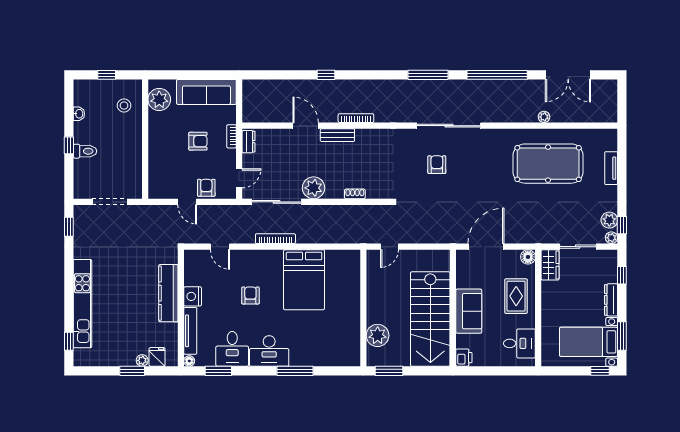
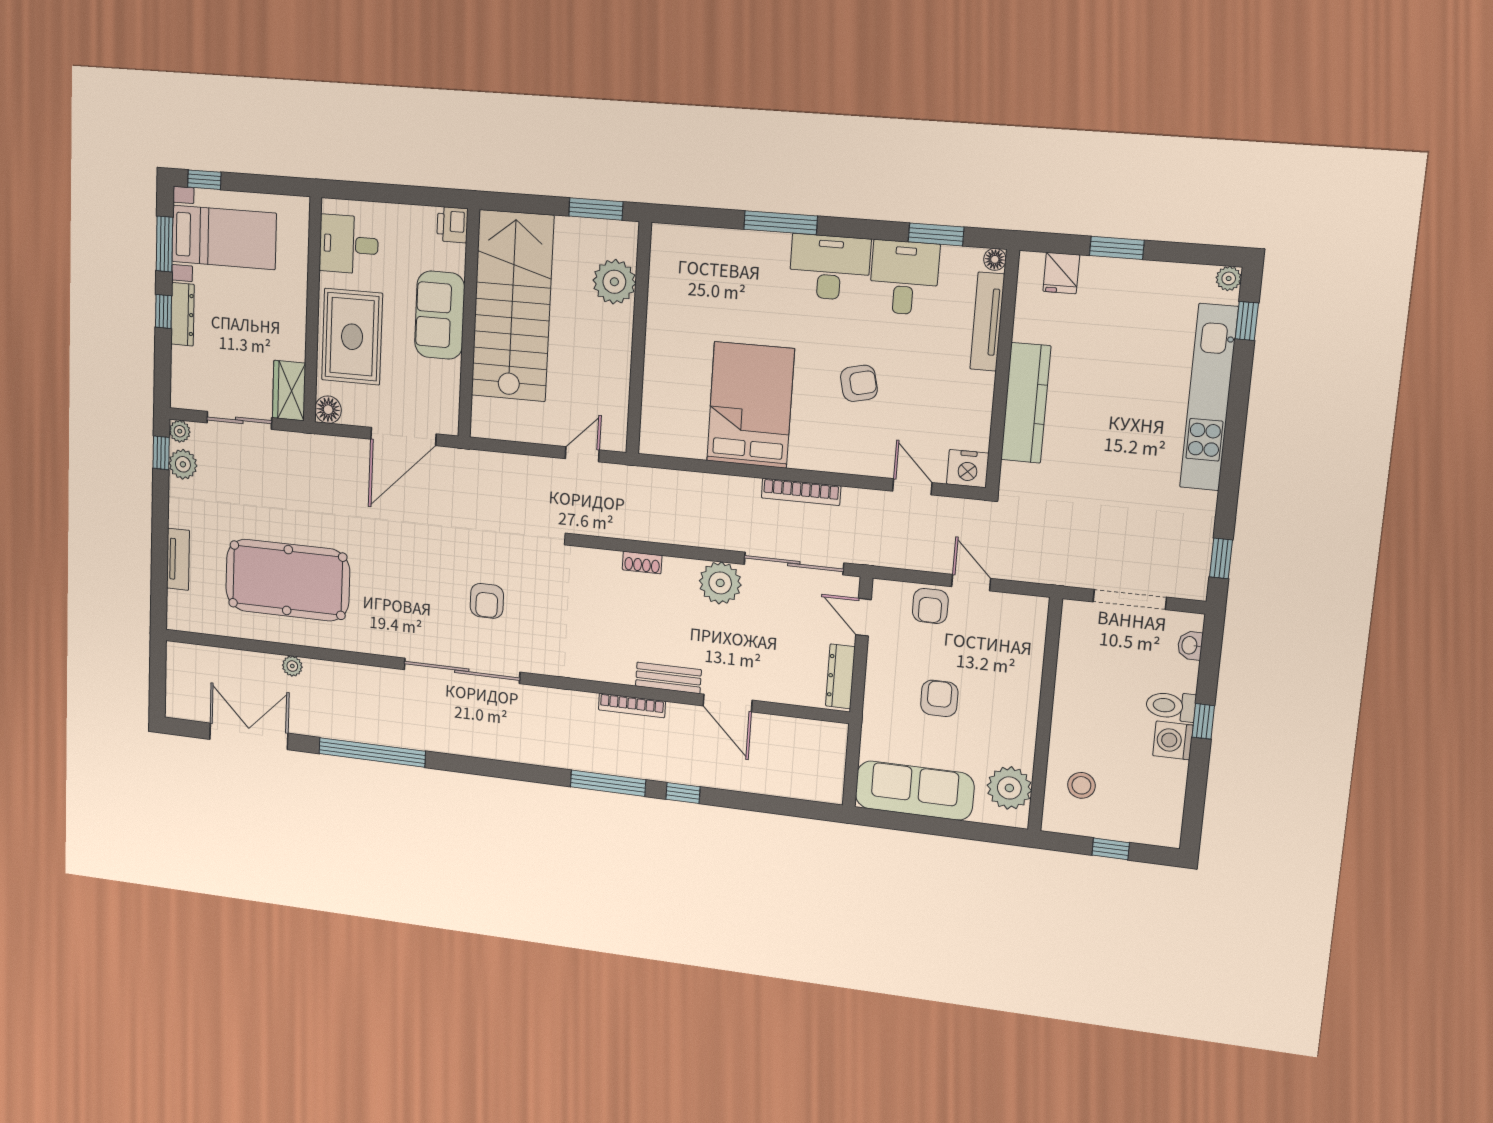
window: (428, 75) -> (608, 783), moved
washbasin: (79, 114) -> (1190, 645), moved
washing machine: (82, 134) -> (1173, 740), added
bookcase: (232, 136) -> (872, 700), removed
armchair: (198, 141) -> (939, 698), turned 90
dresser: (249, 142) -> (840, 676), width x1.44
door: (239, 178) -> (863, 617), hinge flipped
window: (622, 275) -> (163, 311), moved
armchair: (250, 295) -> (859, 383), turned -103
nightstand: (193, 296) -> (968, 469), moved, turned 90
rug: (516, 296) -> (352, 337), width x1.36, depth x1.43
plant: (142, 360) -> (1229, 278), moved

